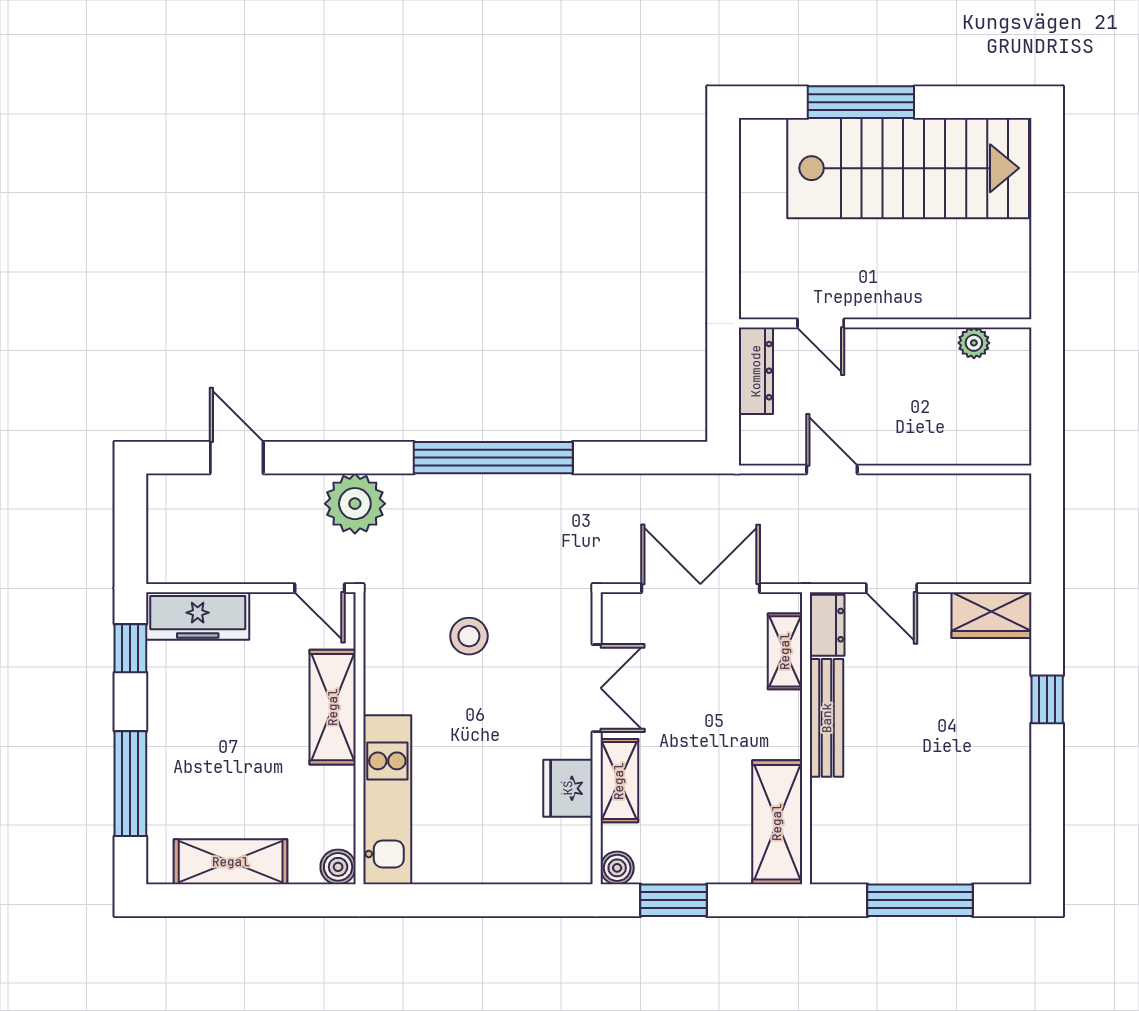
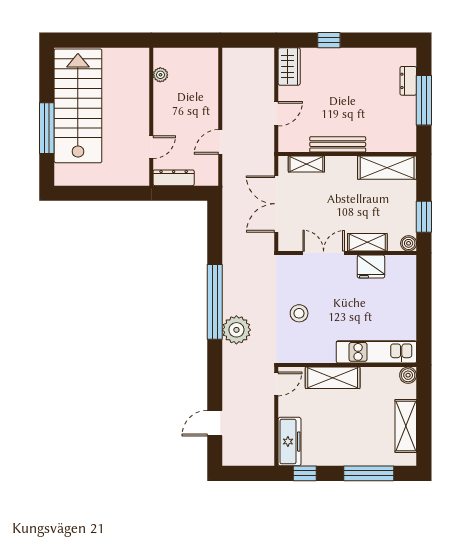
plant: (355, 504) -> (236, 330), moved
dresser: (827, 625) -> (408, 81), moved, turned -90

